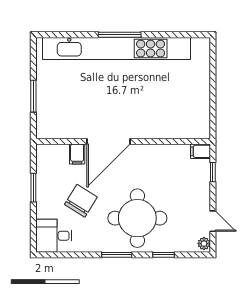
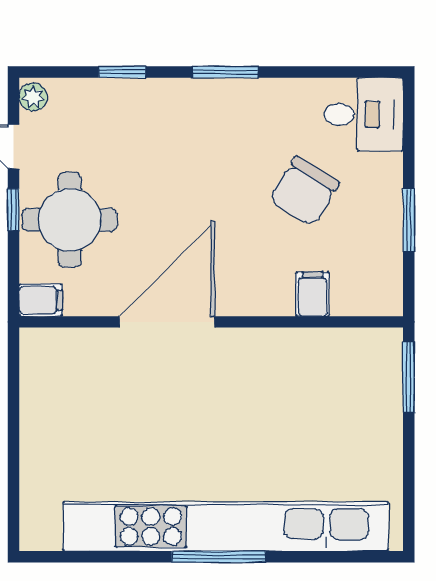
window: (33, 96) -> (409, 377), moved
door: (108, 141) -> (167, 322), moved
window: (213, 172) -> (14, 210), moved
round table: (137, 218) -> (70, 220), moved, width x0.73, depth x0.73

